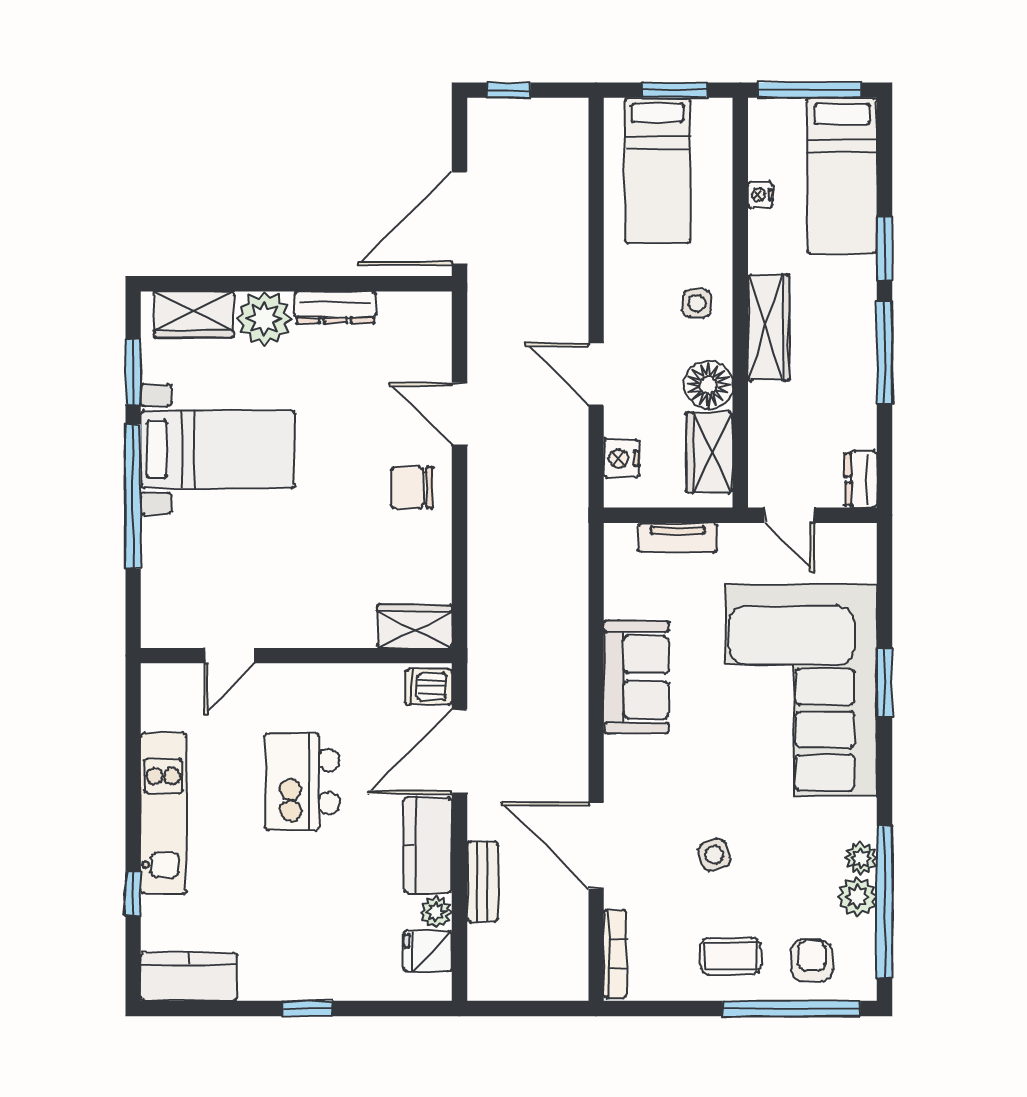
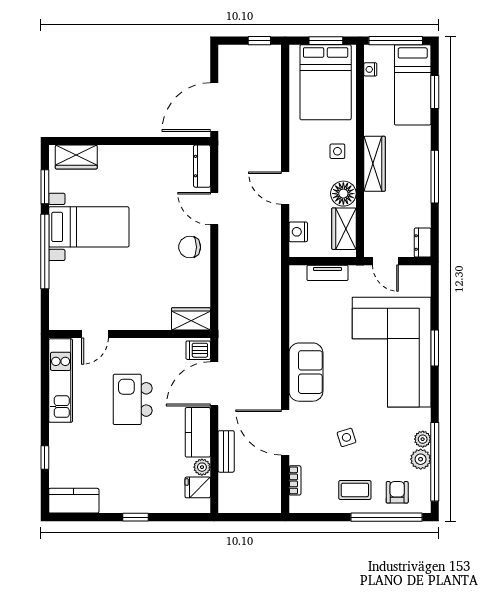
window: (509, 90) -> (259, 41), moved
bed: (658, 170) -> (326, 82), width x1.50
nightstand: (760, 195) -> (370, 69), moved
window: (885, 249) -> (435, 92), moved
dresser: (335, 307) -> (202, 166), moved, turned 90
plant: (264, 319) -> (113, 159), removed
sofa: (636, 677) -> (306, 372), moved
kitchen unit: (163, 813) -> (61, 381), moved
bookcase: (615, 954) -> (295, 480), width x0.64

